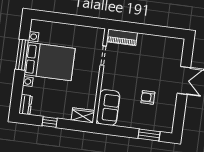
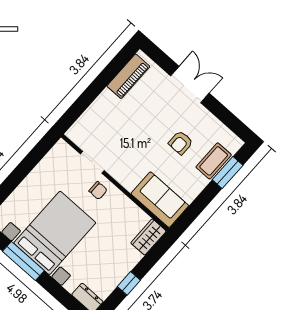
piano: (122, 37) -> (128, 76), moved
chair: (90, 69) -> (98, 190), added
coffee table: (150, 123) -> (214, 161), added

